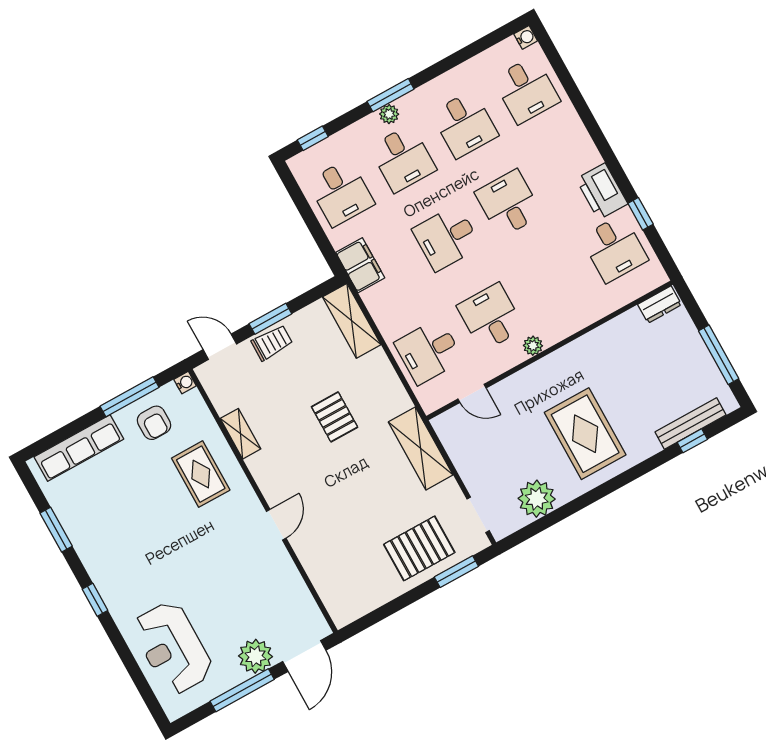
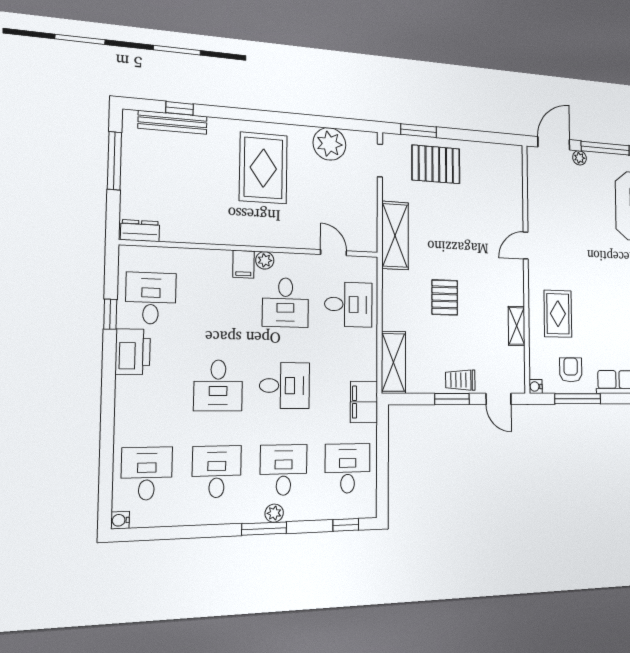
filing cabinet: (550, 330) -> (243, 264), added
plant: (255, 656) -> (579, 158), width x0.53, depth x0.53

